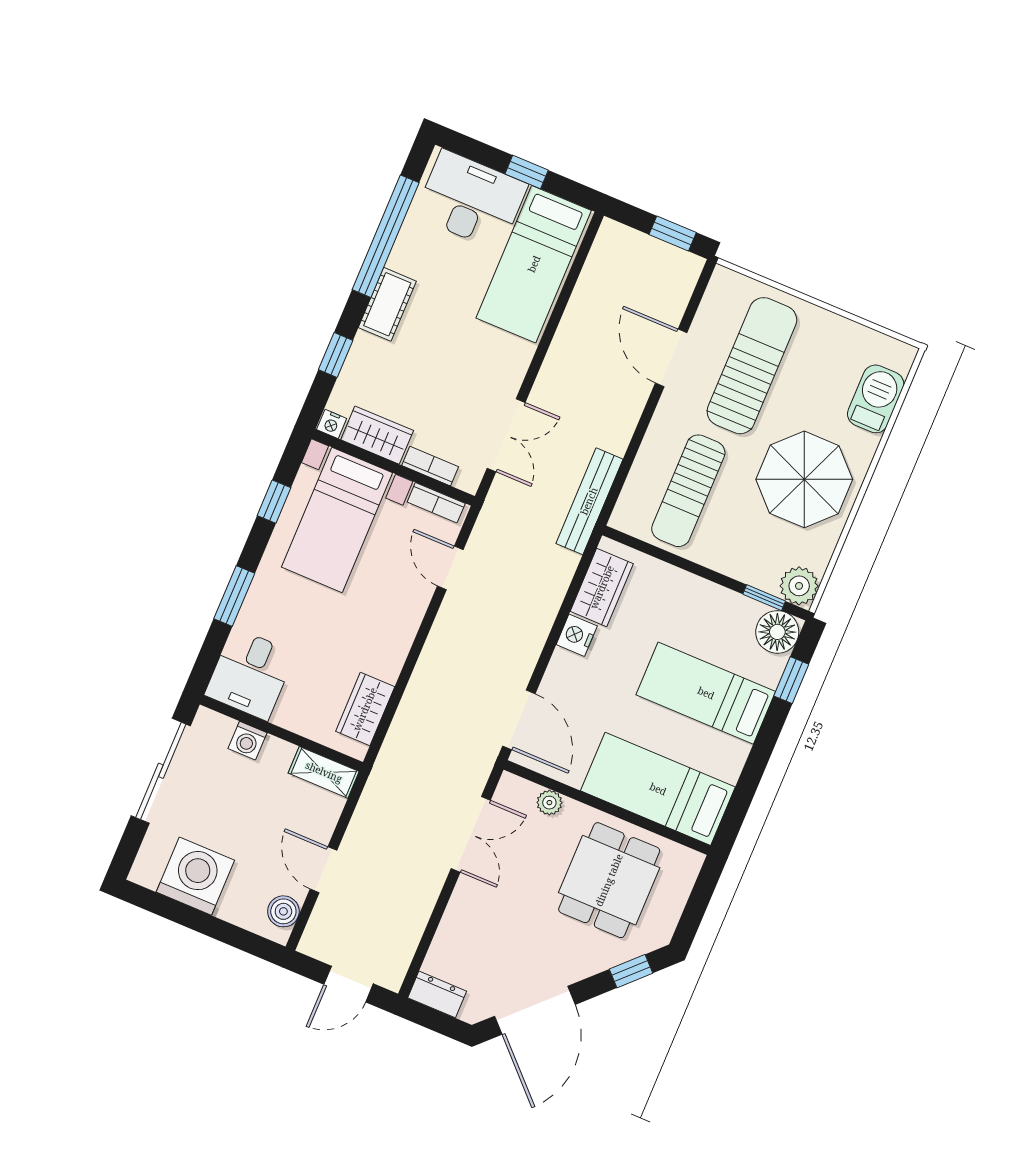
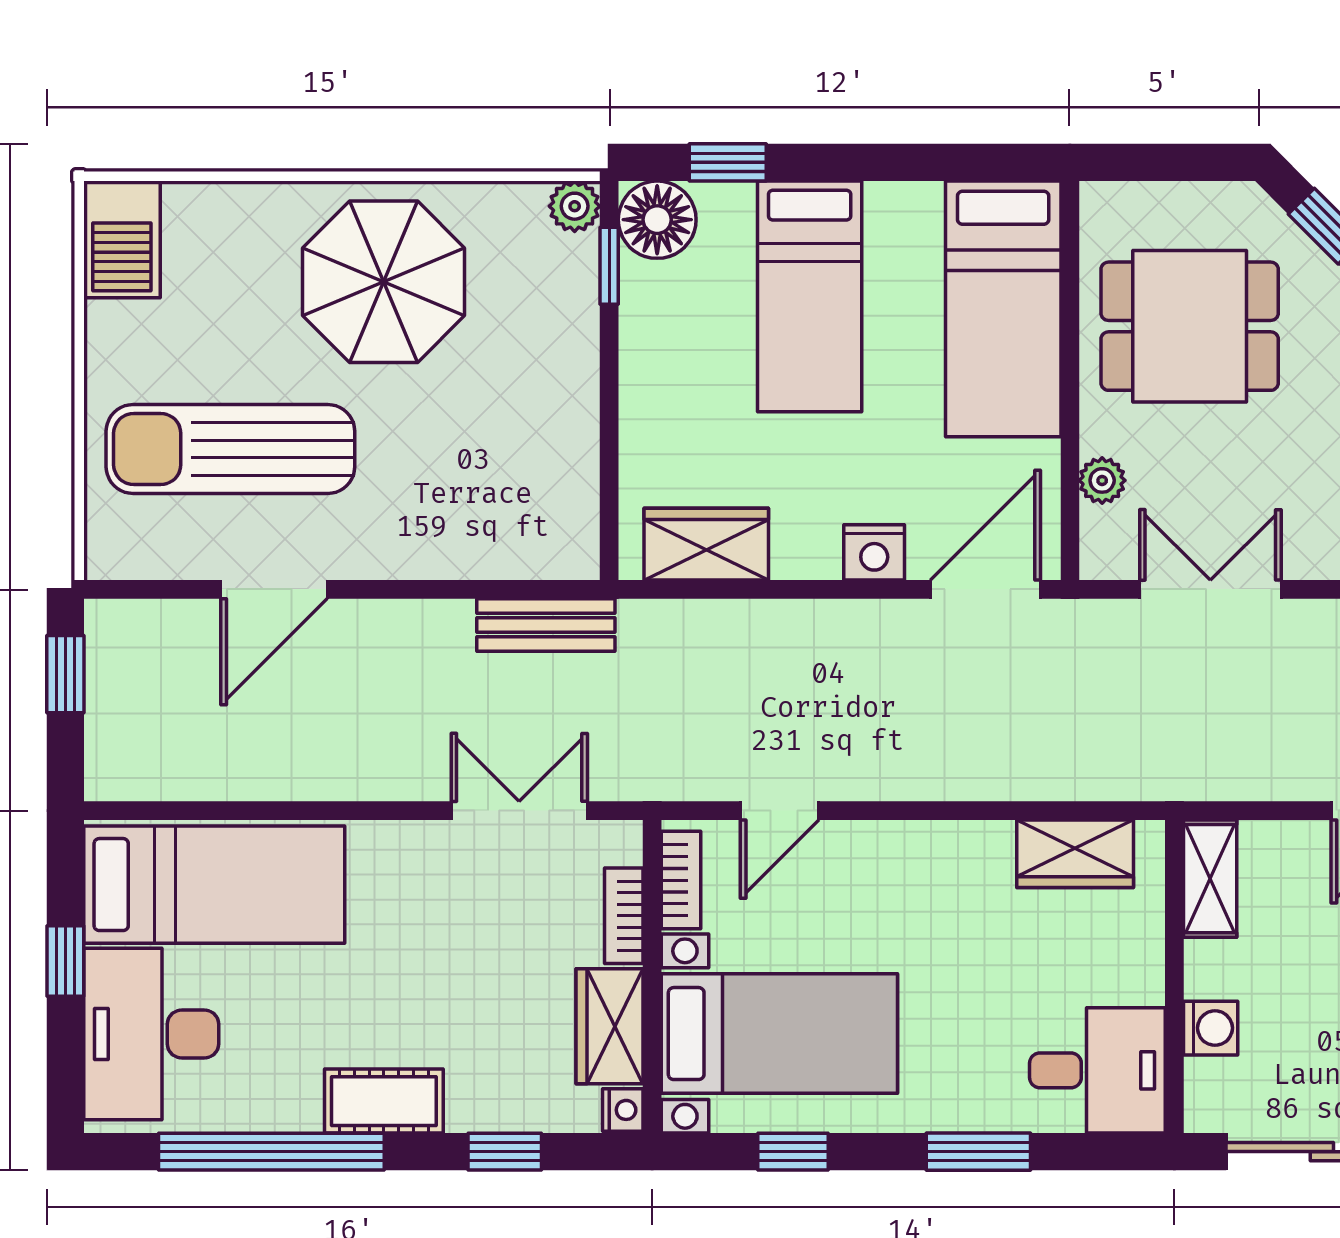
barbecue: (876, 399) -> (122, 239), moved, turned -90
sun lounger: (688, 491) -> (484, 467), removed
bench: (589, 501) -> (546, 625), width x0.73
plant: (799, 586) -> (575, 206), width x0.73, depth x0.73
nightstand: (577, 635) -> (874, 552), moved

